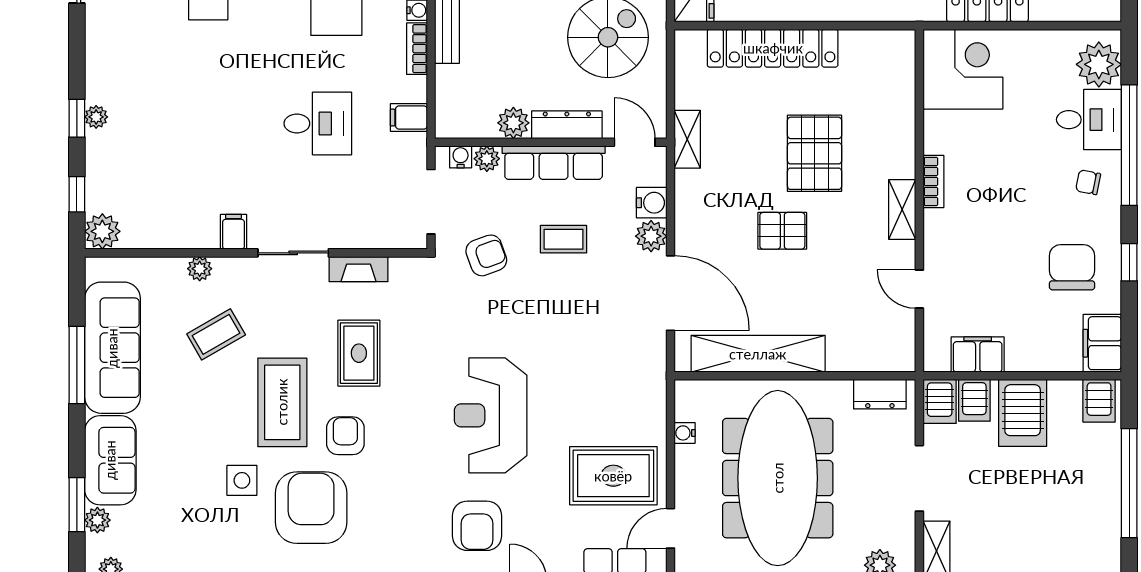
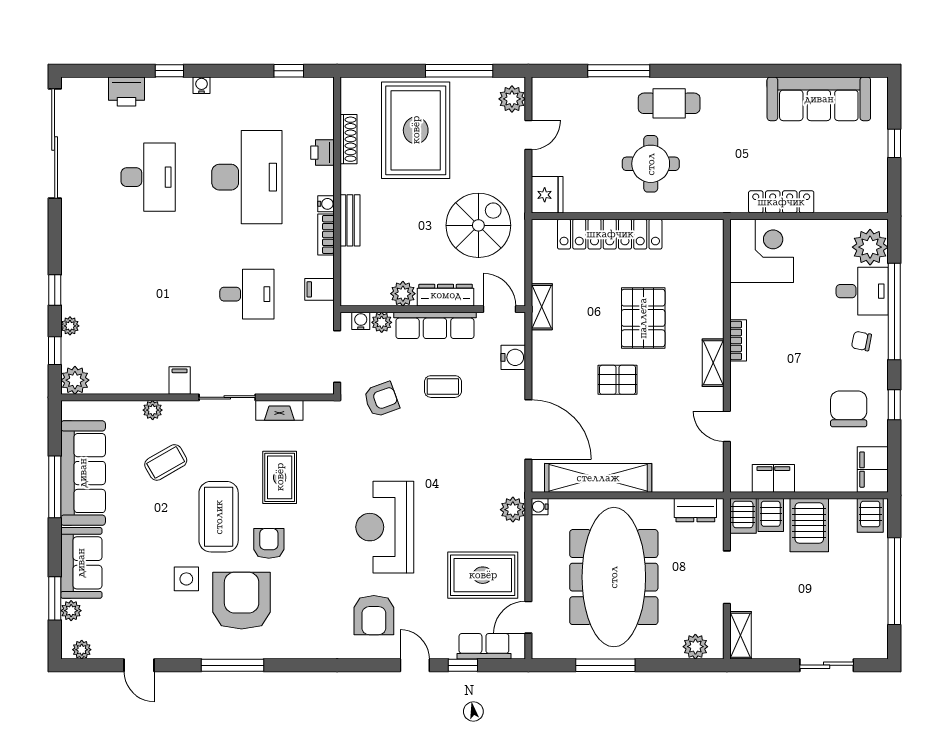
plant: (96, 117) -> (70, 326), moved
plant: (651, 236) -> (513, 510), moved
water cooler: (685, 433) -> (540, 507), moved

